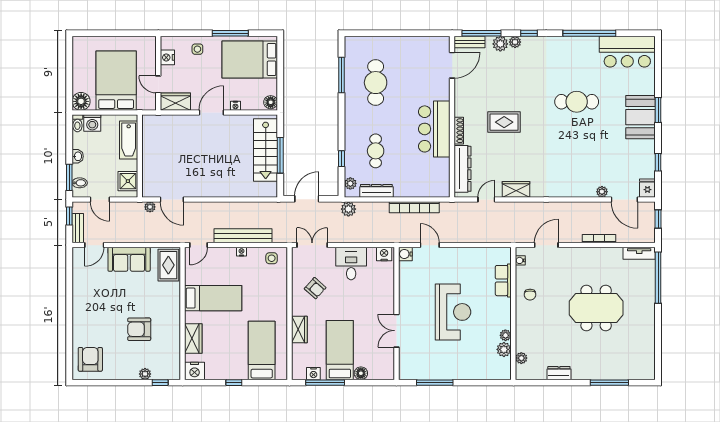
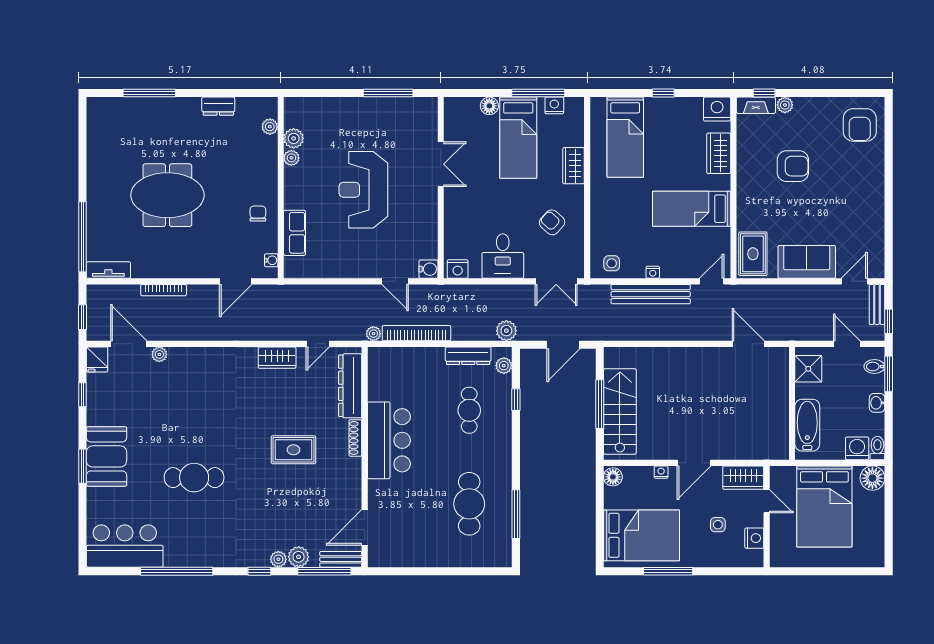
side table: (197, 49) -> (718, 525), moved
plant: (150, 207) -> (373, 334), moved
fireplace: (166, 374) -> (756, 105), added

